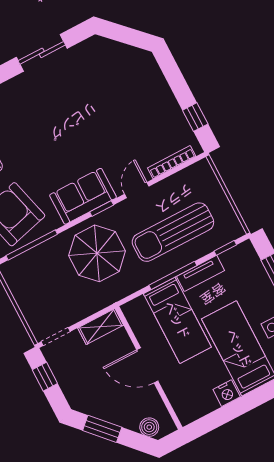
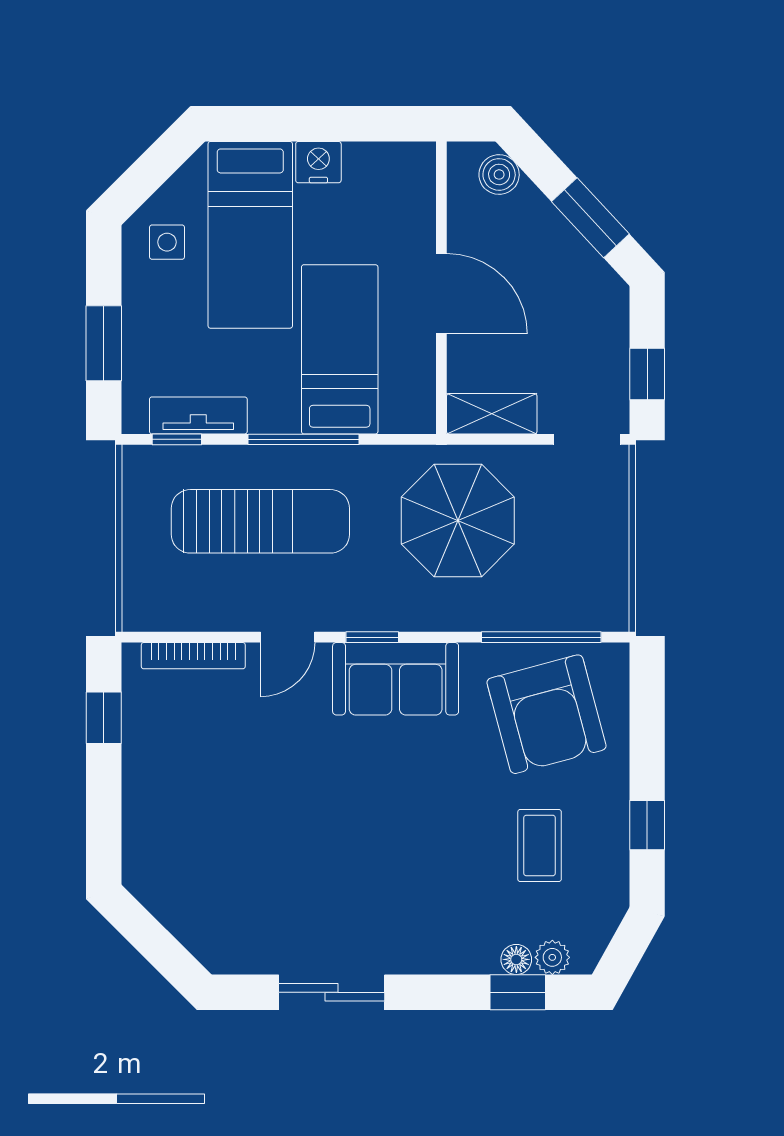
parasol: (97, 253) -> (458, 520), moved
tv unit: (200, 273) -> (198, 415), moved

